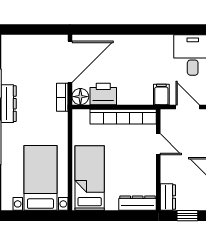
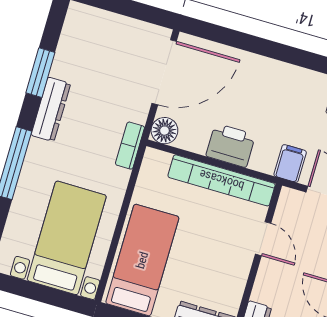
printer: (103, 94) -> (231, 145), moved
bookcase: (62, 97) -> (130, 146), moved

